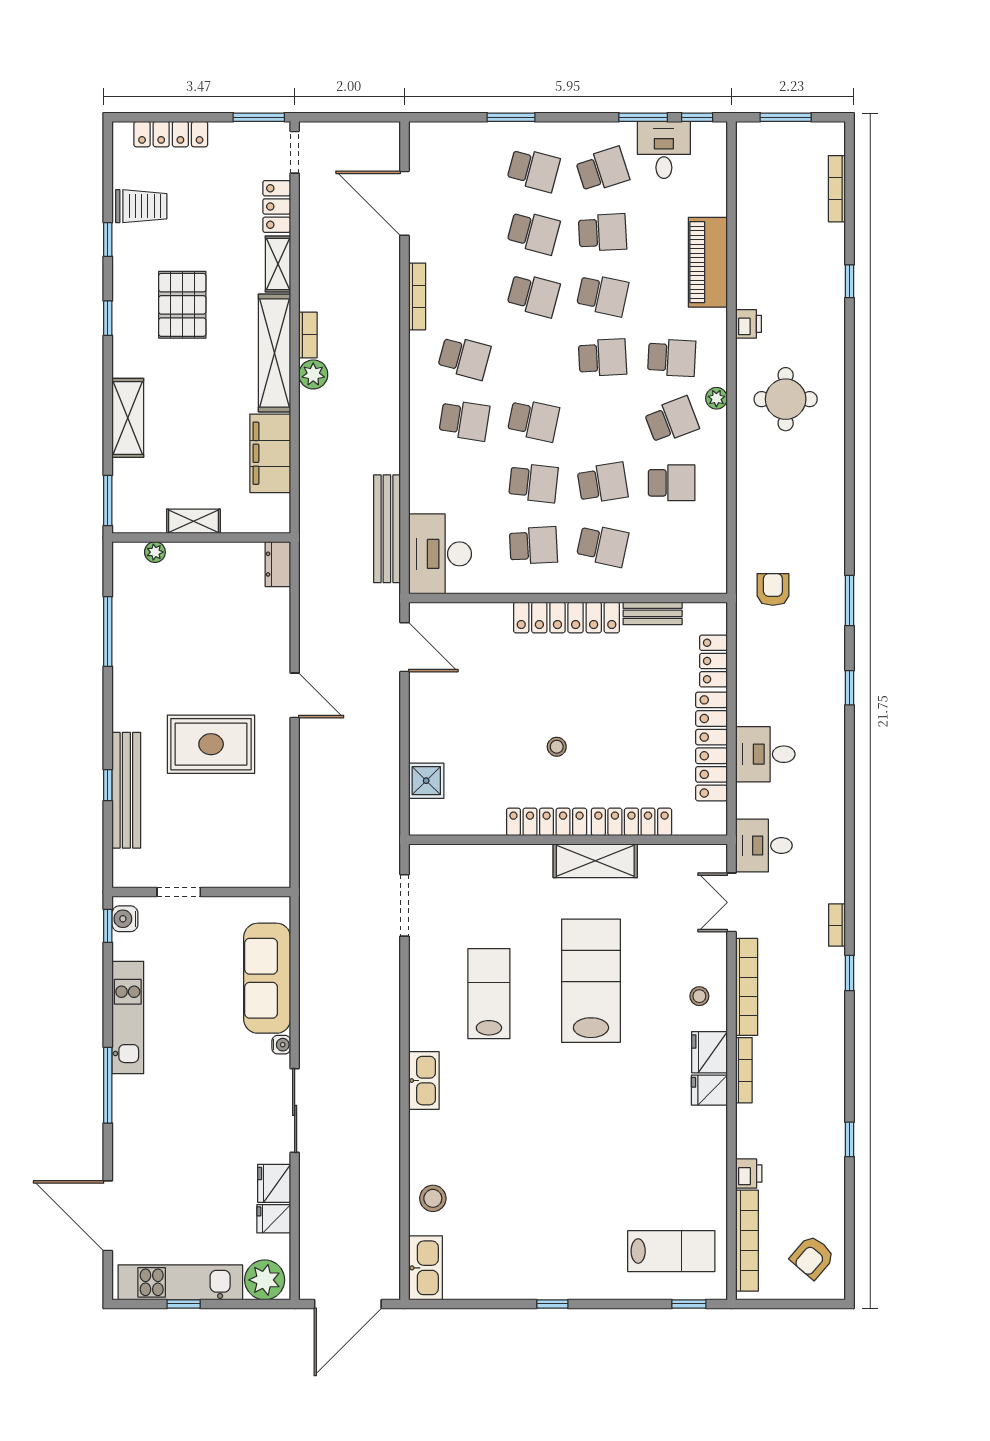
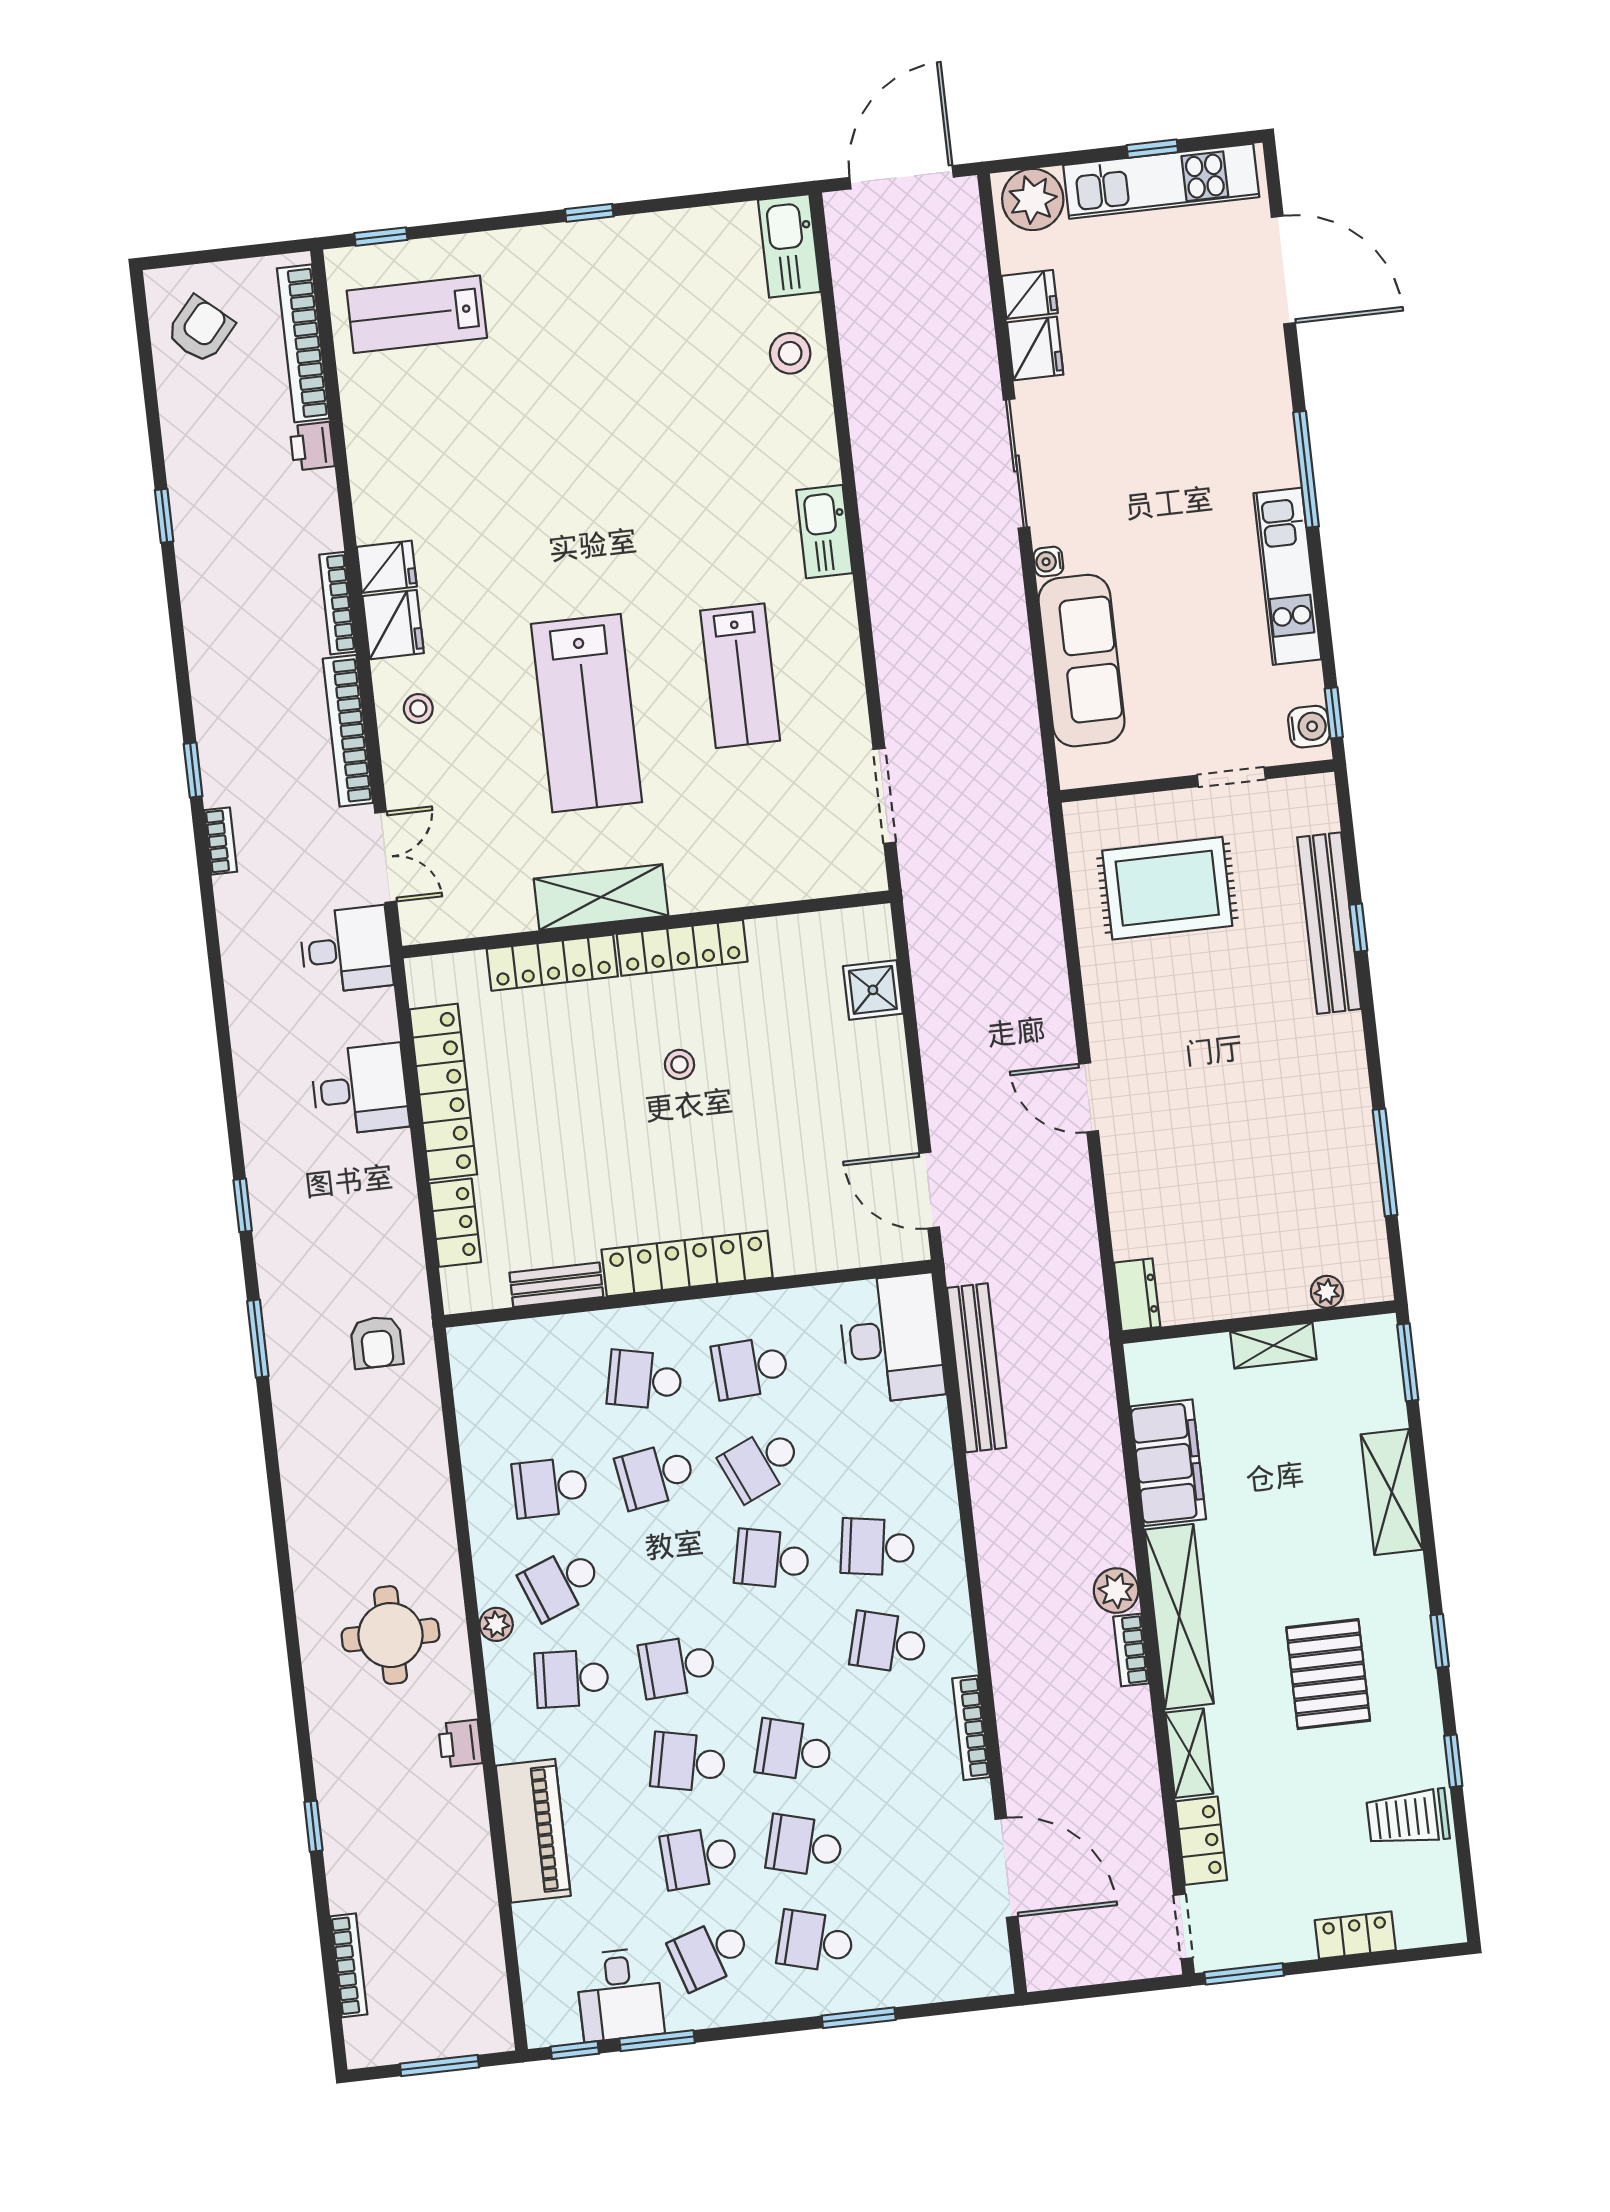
locker: (171, 134) -> (1355, 1935), width x0.66
school desk: (533, 483) -> (761, 1463), turned -30
rug: (211, 744) -> (1167, 888), moved

